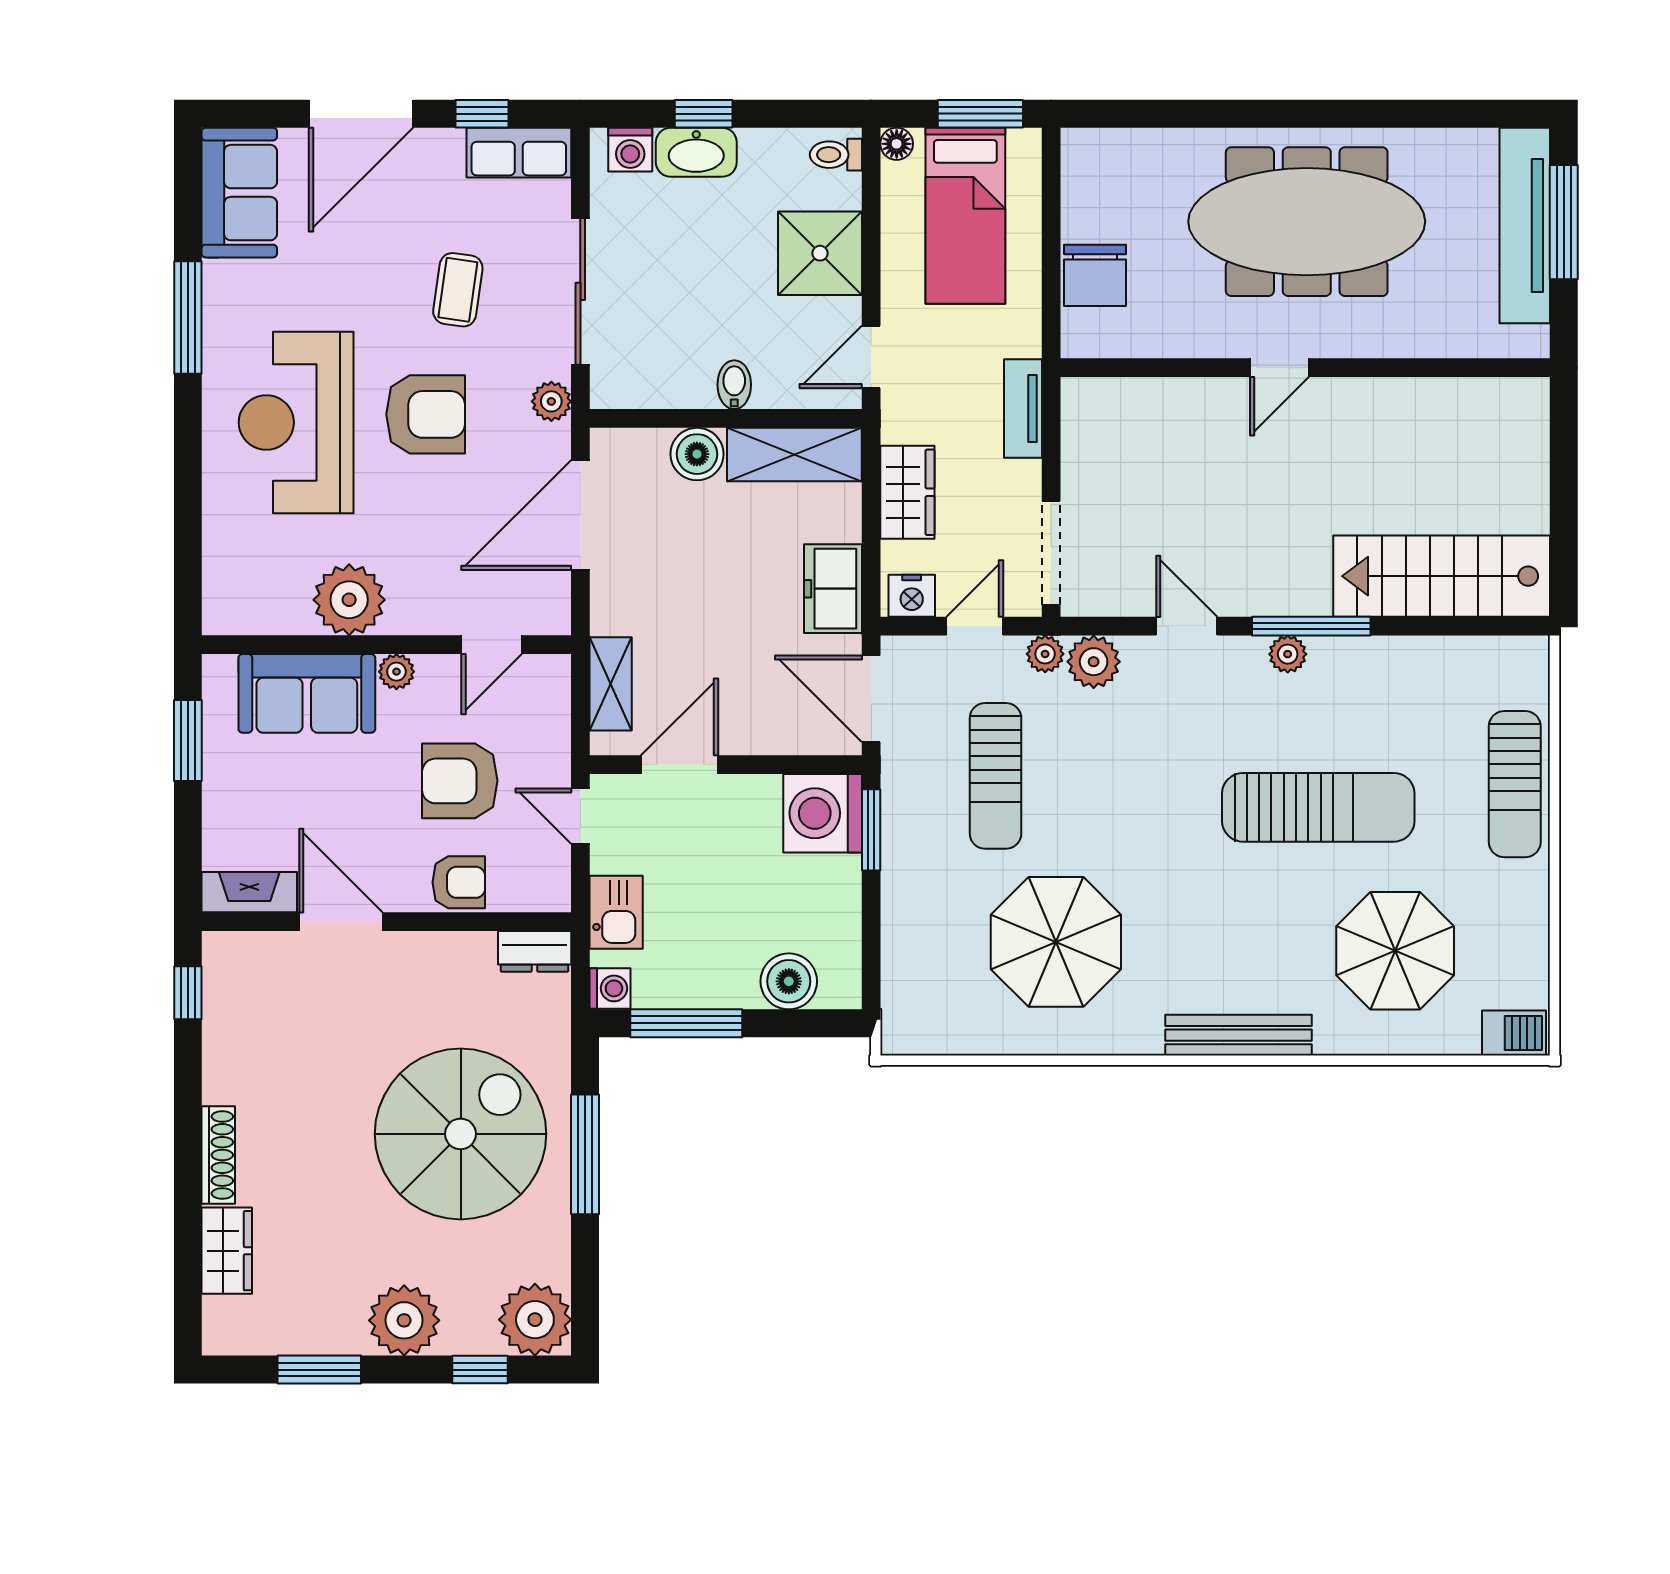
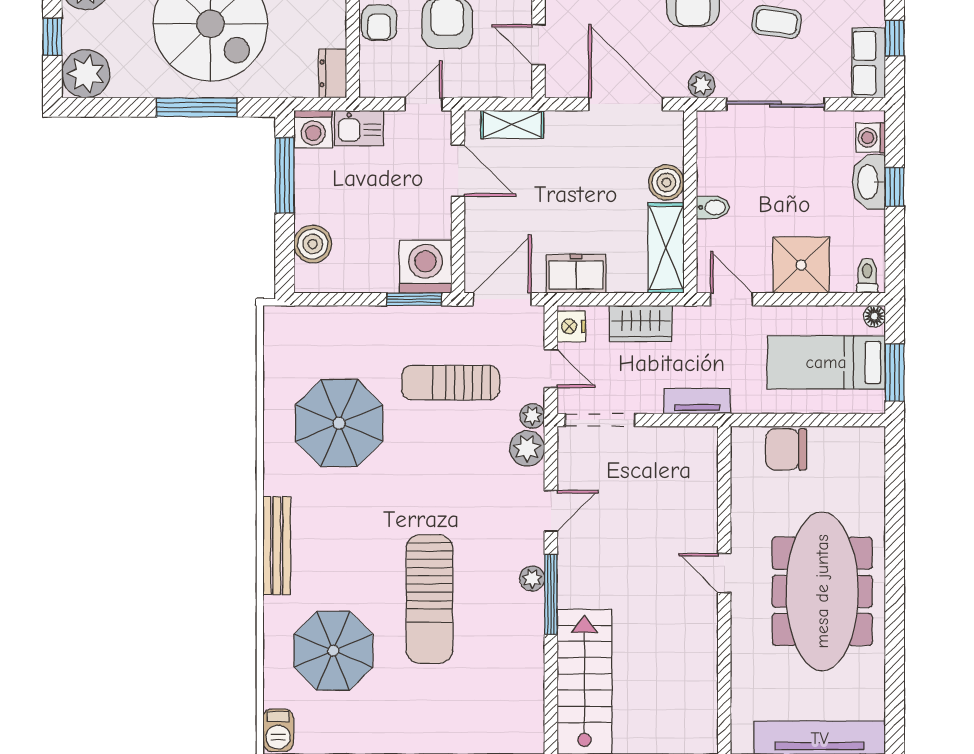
sun lounger: (1515, 784) -> (445, 731), removed
washing machine: (610, 988) -> (313, 129), width x1.38, depth x1.38

